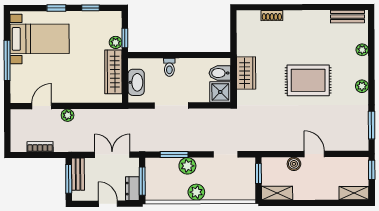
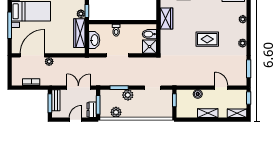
wardrobe: (246, 73) -> (167, 18), moved
rug: (308, 80) -> (207, 39), width x0.73, depth x0.70
door: (42, 106) -> (32, 55), width x1.88
door: (314, 154) -> (221, 88), moved
plant: (196, 192) -> (116, 112), moved
shelving: (277, 193) -> (208, 113), moved
door: (108, 204) -> (75, 120), hinge flipped

